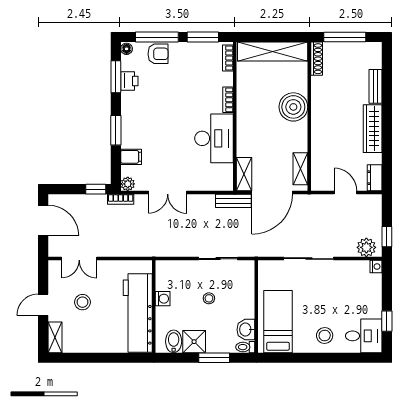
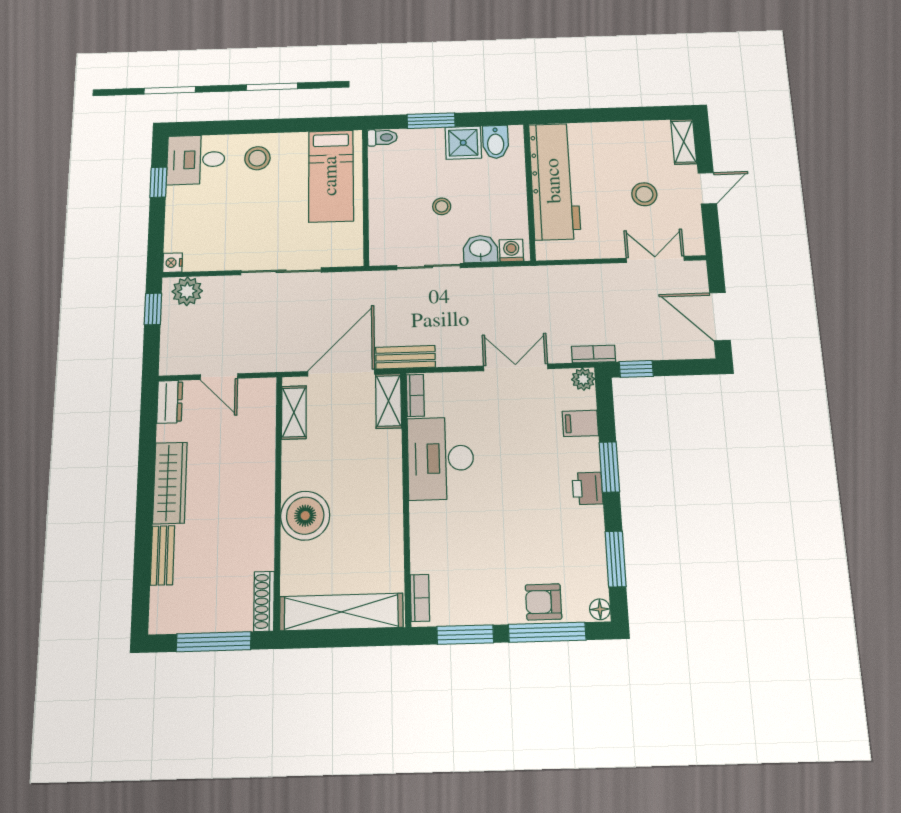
printer: (129, 81) -> (587, 488), moved
bookcase: (228, 100) -> (415, 395), moved
washing machine: (163, 299) -> (511, 250), moved, turned 90
washbasin: (246, 330) -> (480, 249), moved, turned -90

